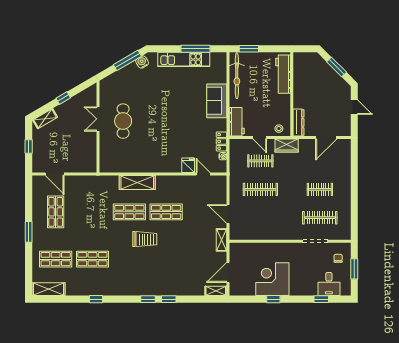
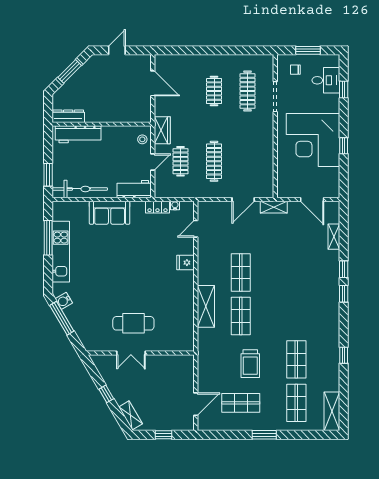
dresser: (299, 122) -> (68, 116), moved
fridge: (188, 165) -> (186, 263), moved
trolley: (145, 239) -> (250, 364), moved, turned 180
corner desk: (272, 279) -> (313, 140), width x1.36, depth x1.36
shelving: (216, 291) -> (334, 237), moved

